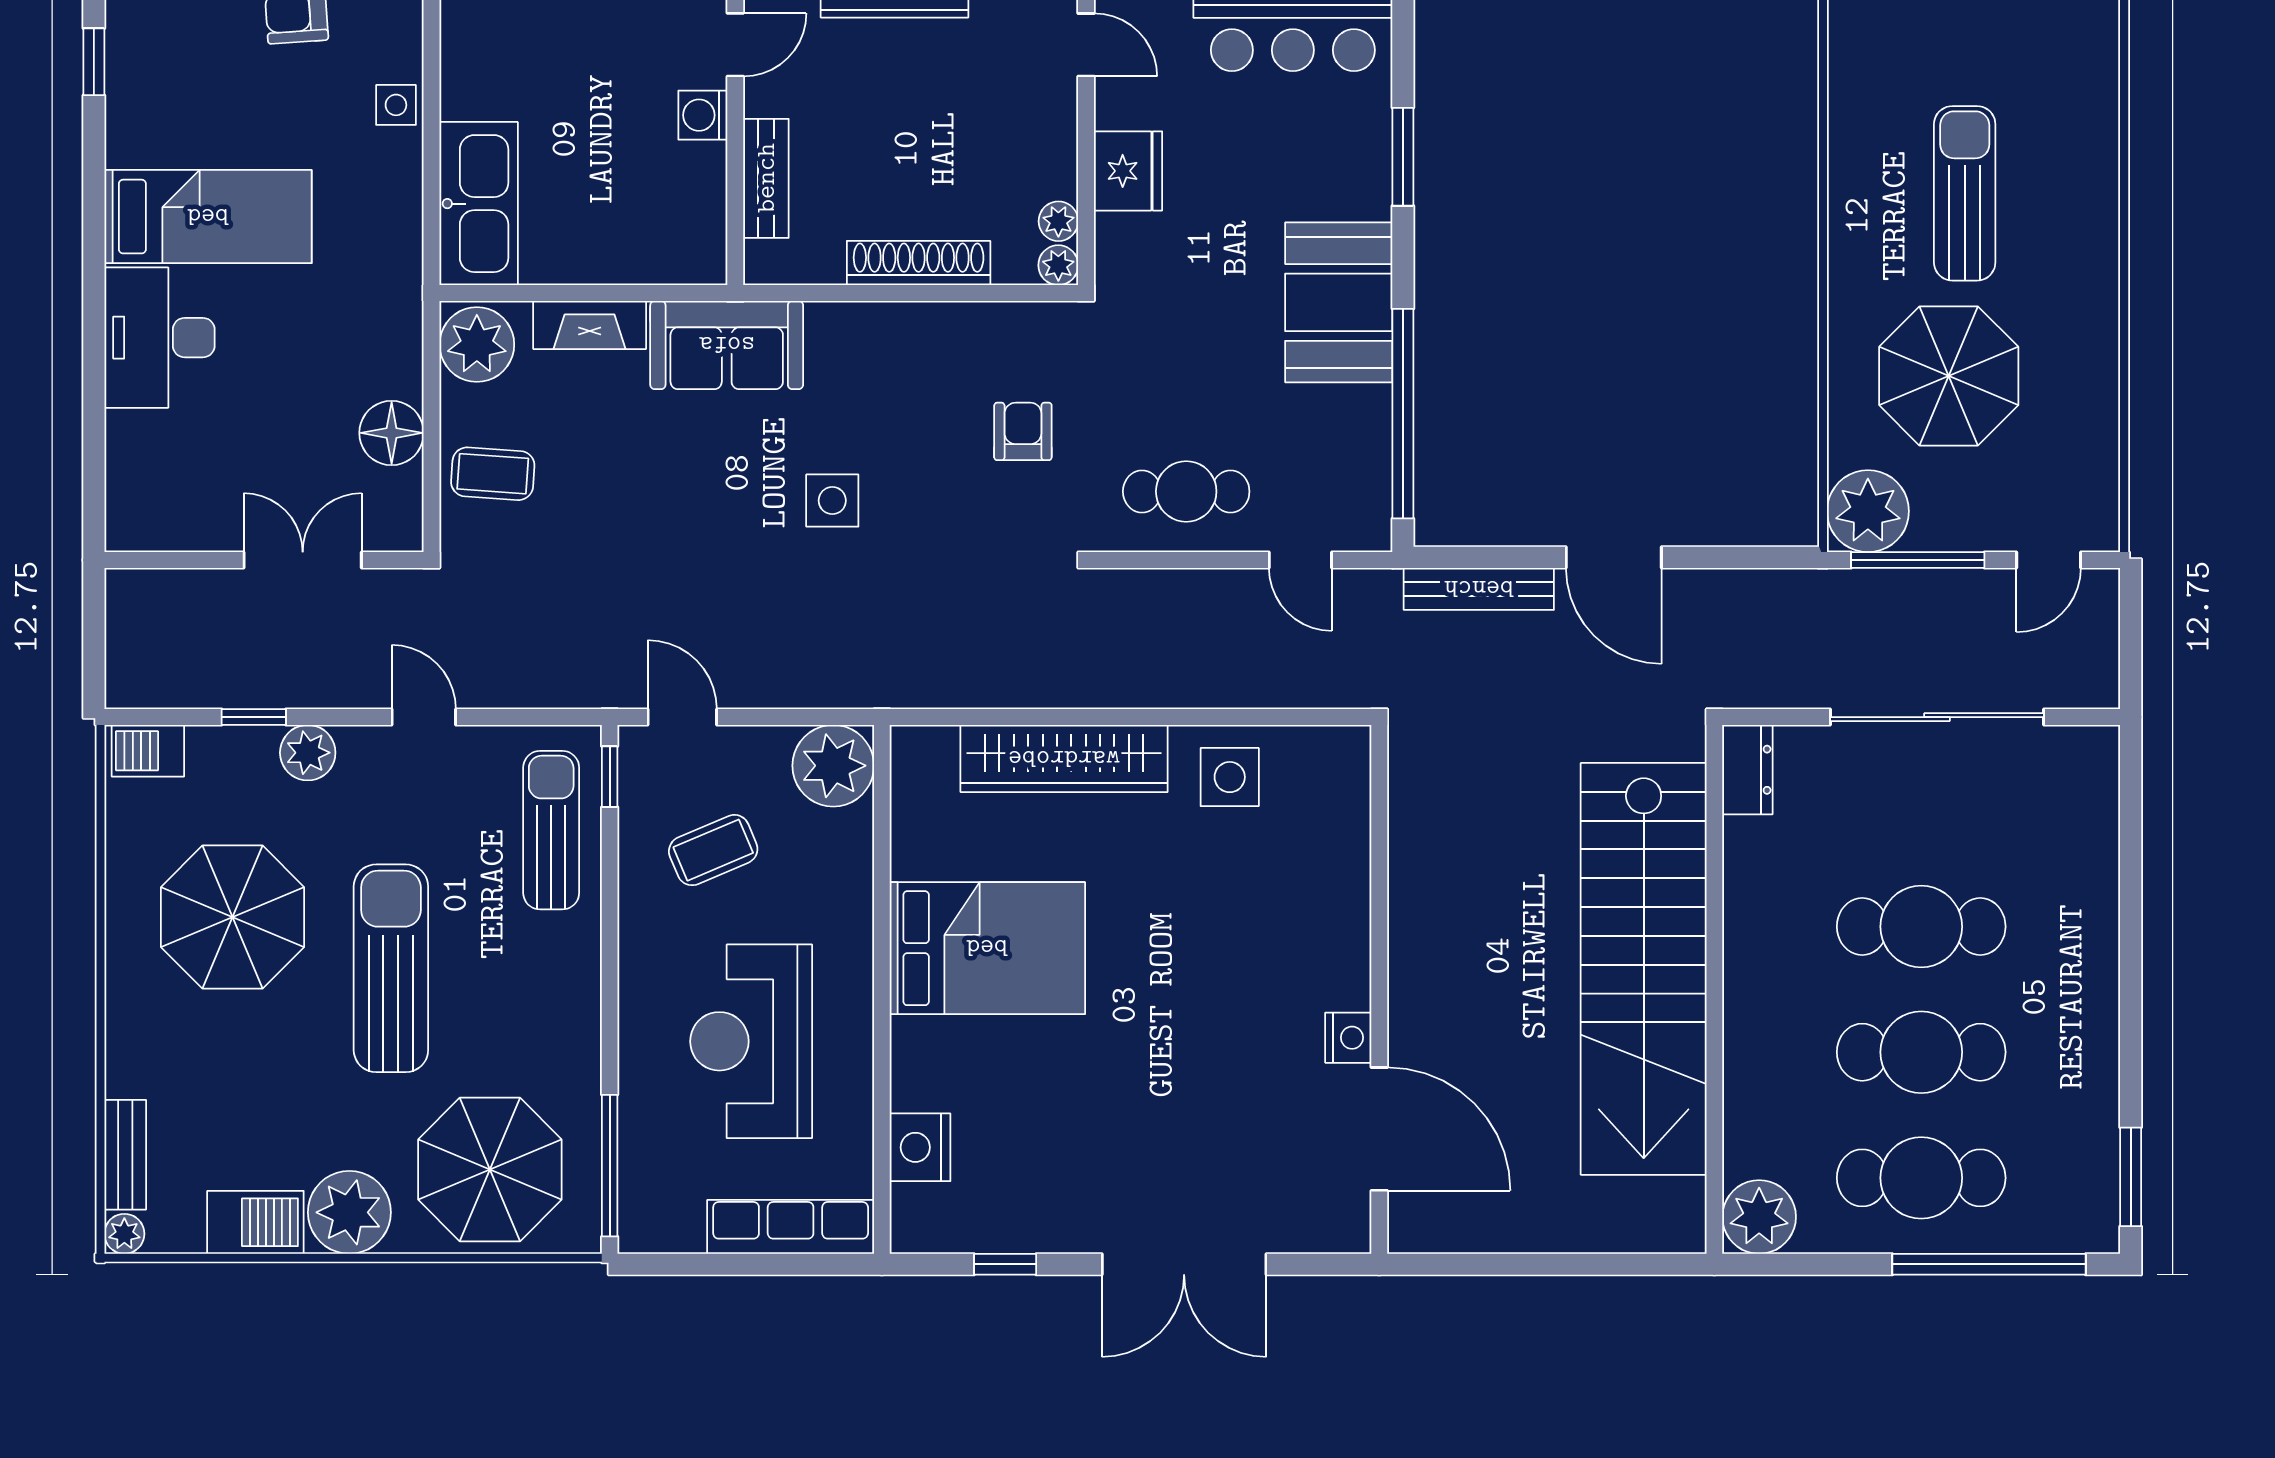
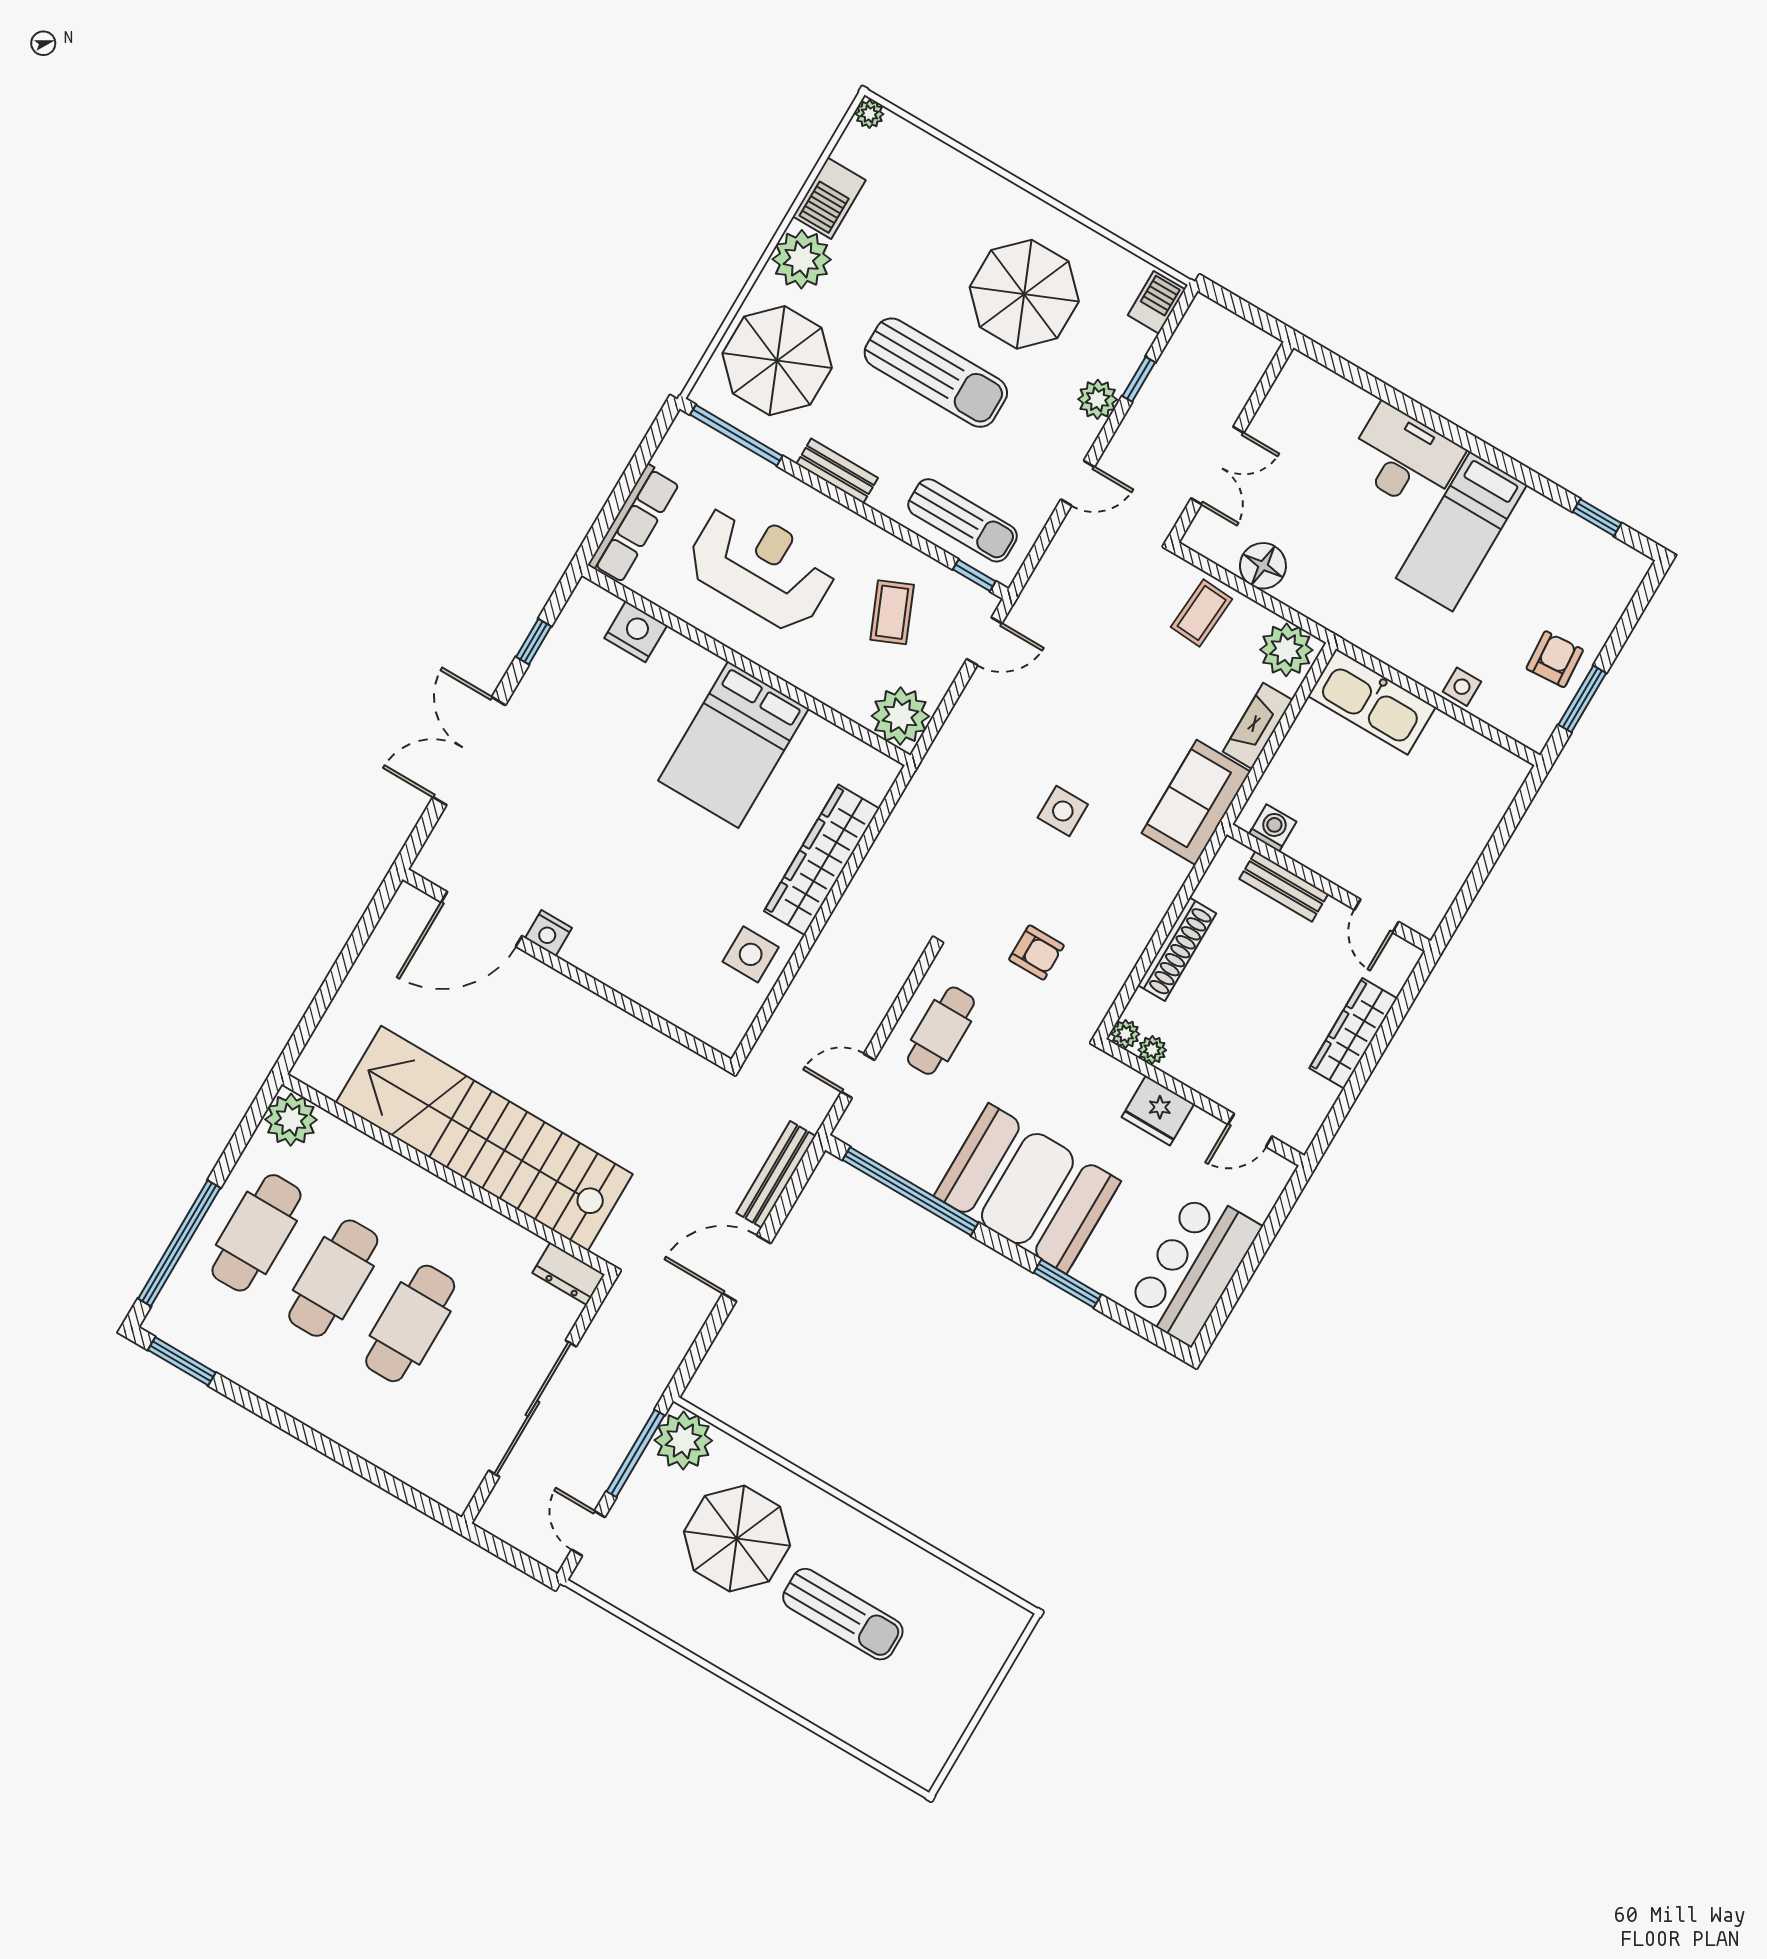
washing machine: (703, 115) -> (1273, 828), moved
booth: (1339, 302) -> (1027, 1189), width x1.36, depth x1.42
bench: (125, 1155) -> (837, 471), moved

